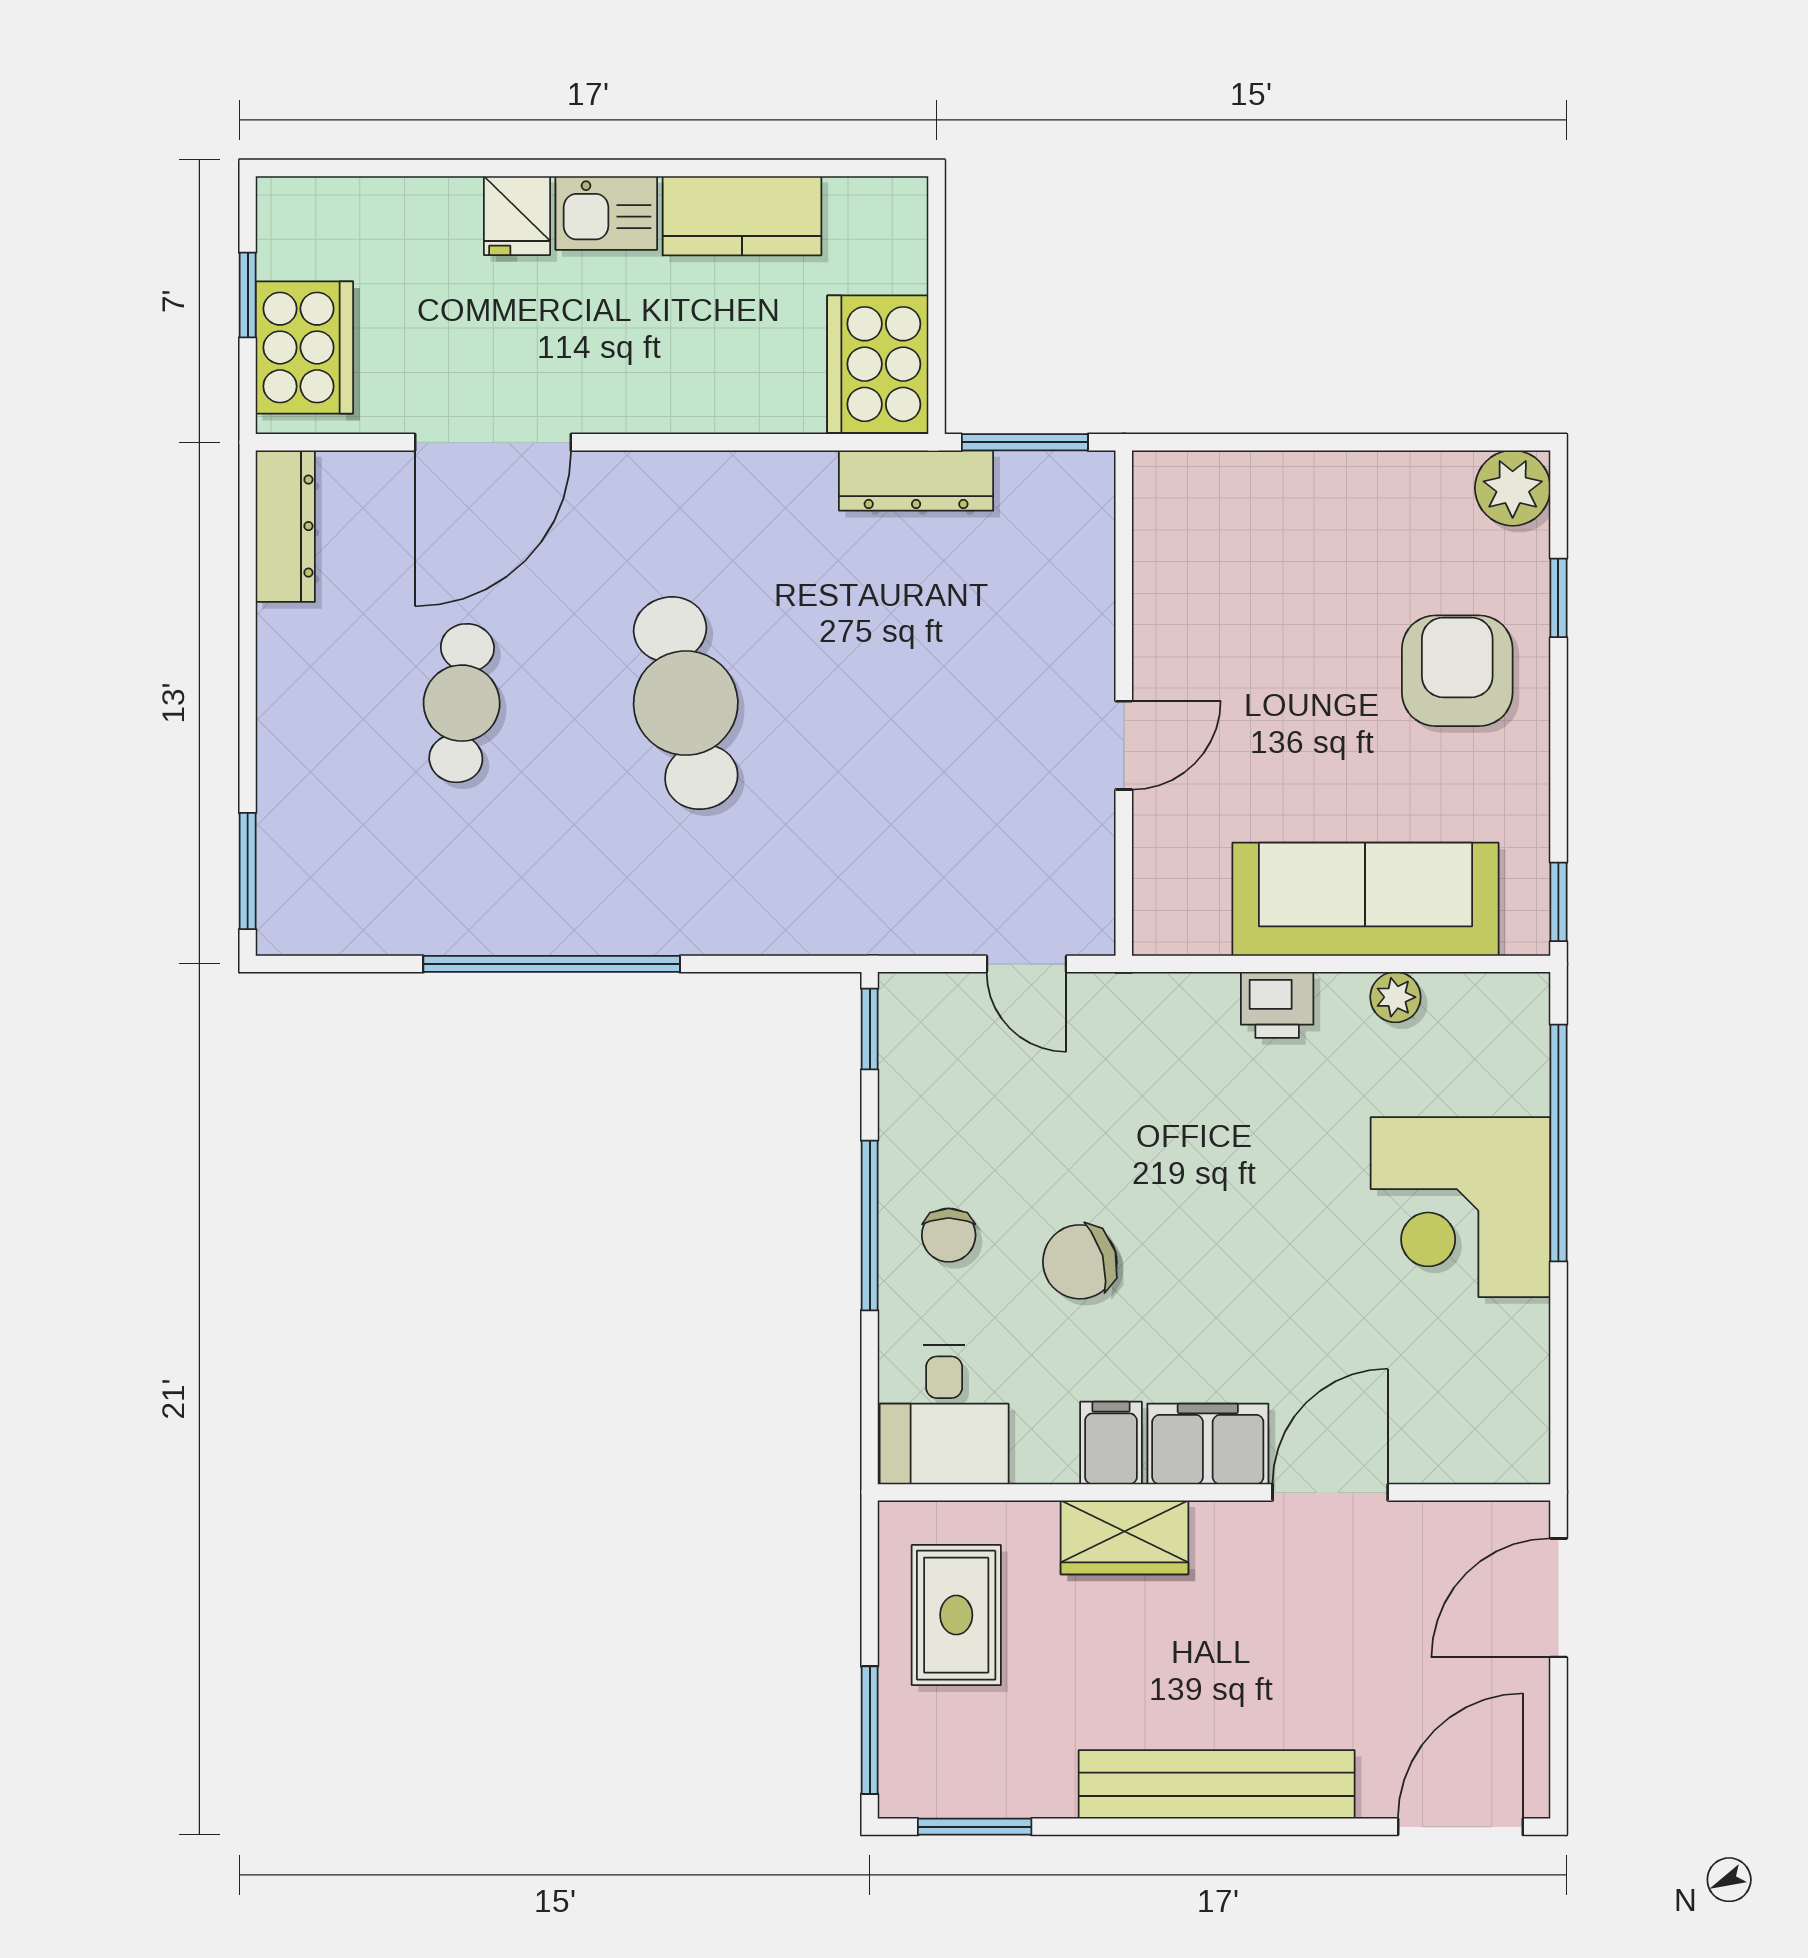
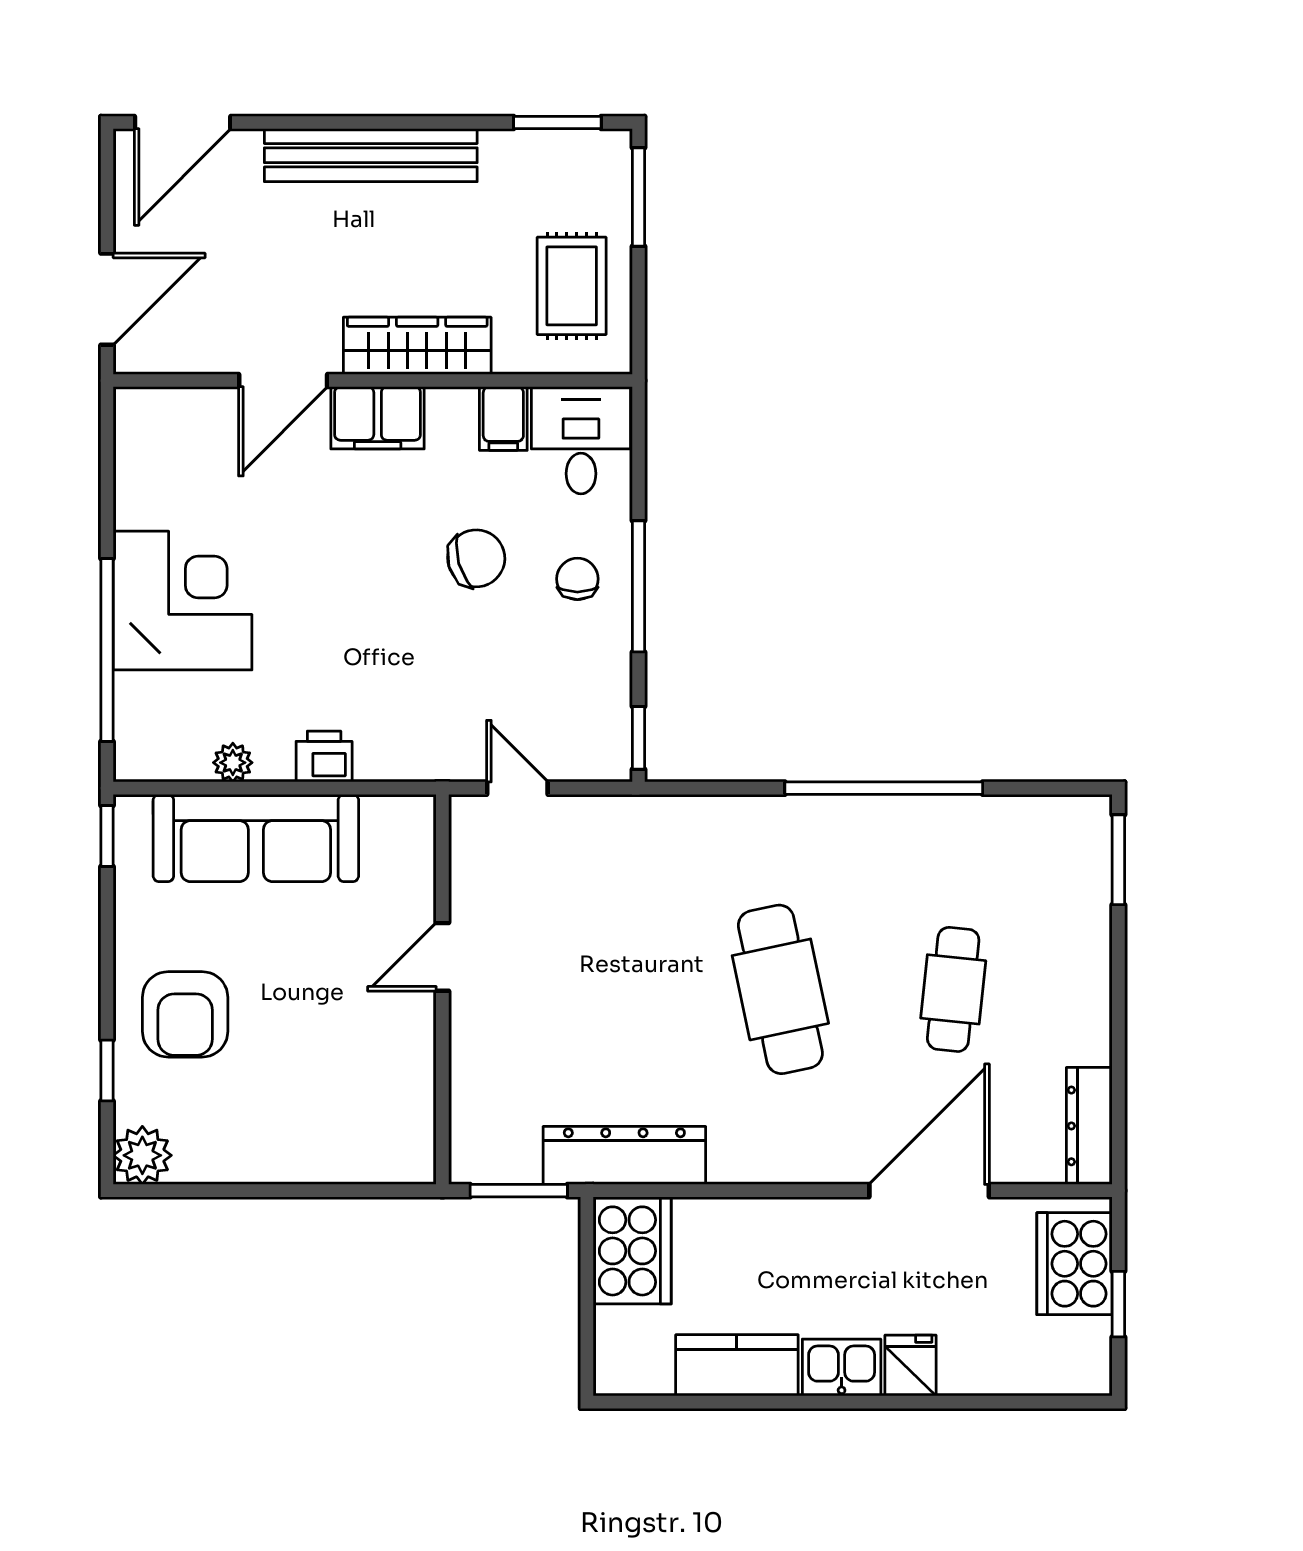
dresser: (916, 480) -> (624, 1155), width x1.37, depth x1.24
filing cabinet: (1111, 1443) -> (503, 419), moved
wardrobe: (1125, 1537) -> (417, 346), width x1.50

